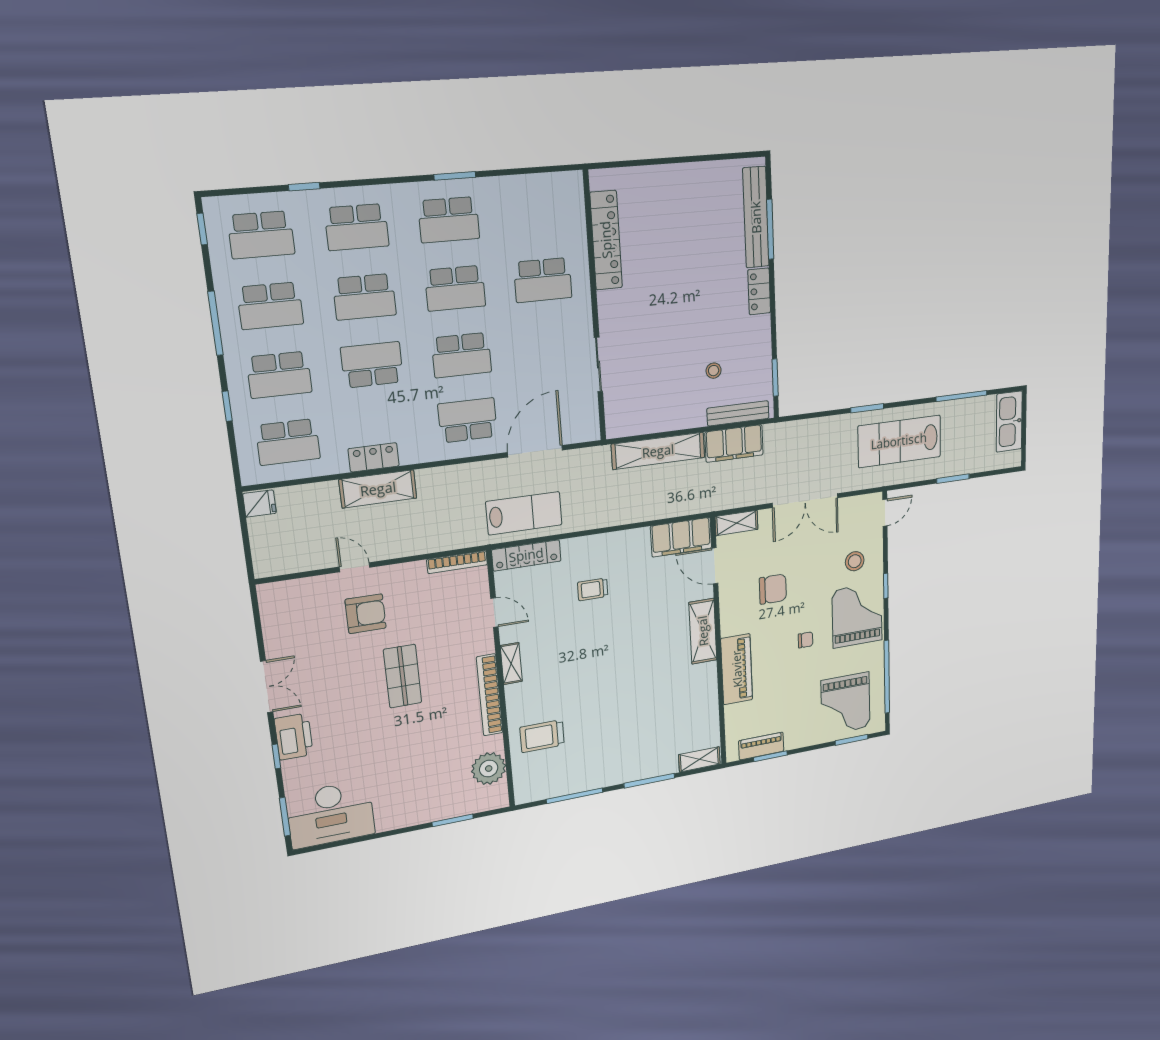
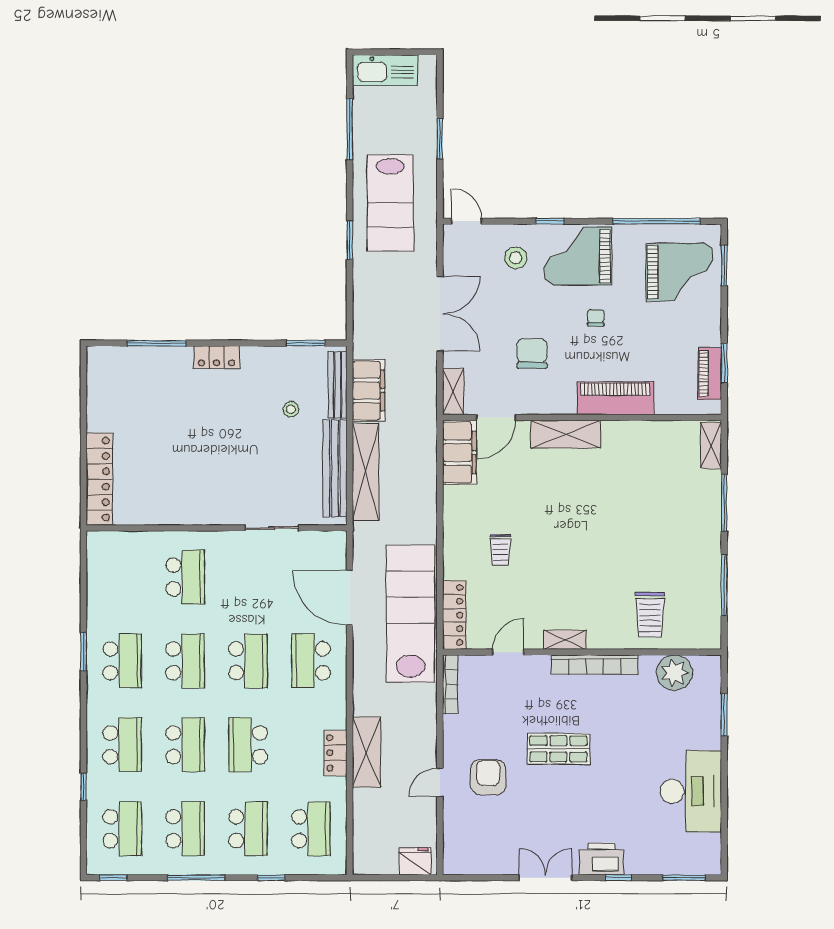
bench: (756, 217) -> (335, 469), moved, turned 90
locker: (606, 240) -> (99, 479), moved, turned 90
fridge: (259, 504) -> (415, 861), moved, width x1.38
lab bench: (524, 513) -> (410, 614), width x1.86, depth x1.39
desk: (331, 814) -> (691, 791), moved

